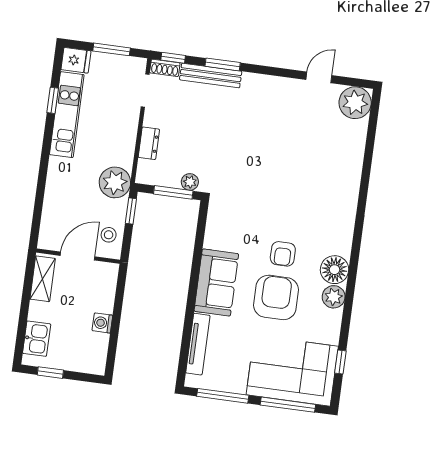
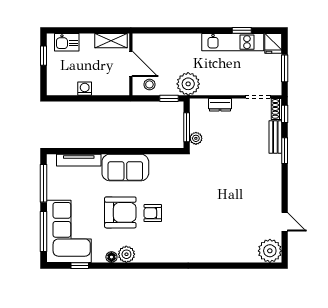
bench: (211, 76) -> (275, 137), width x0.73
floor lamp: (335, 270) -> (111, 257), moved, width x0.53, depth x0.53

